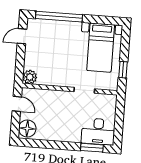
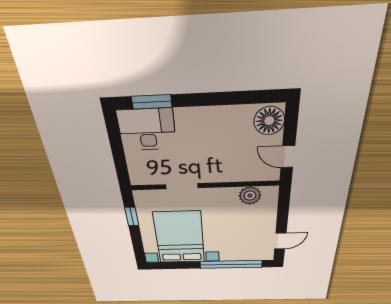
bed with nightstands: (101, 48) -> (179, 238), width x1.36
plant: (30, 77) -> (250, 196), moved

